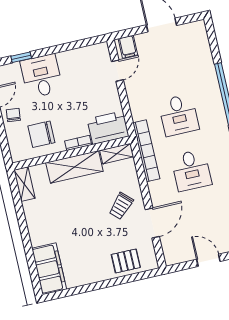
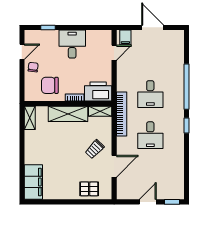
desk: (41, 76) -> (72, 44), moved
door: (208, 260) -> (148, 202), hinge flipped

